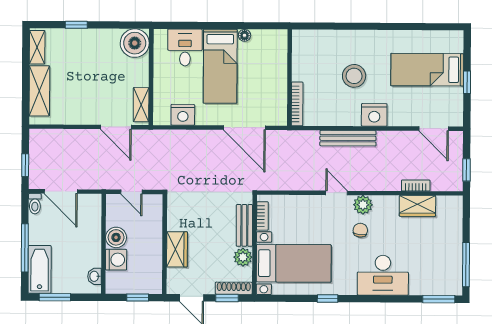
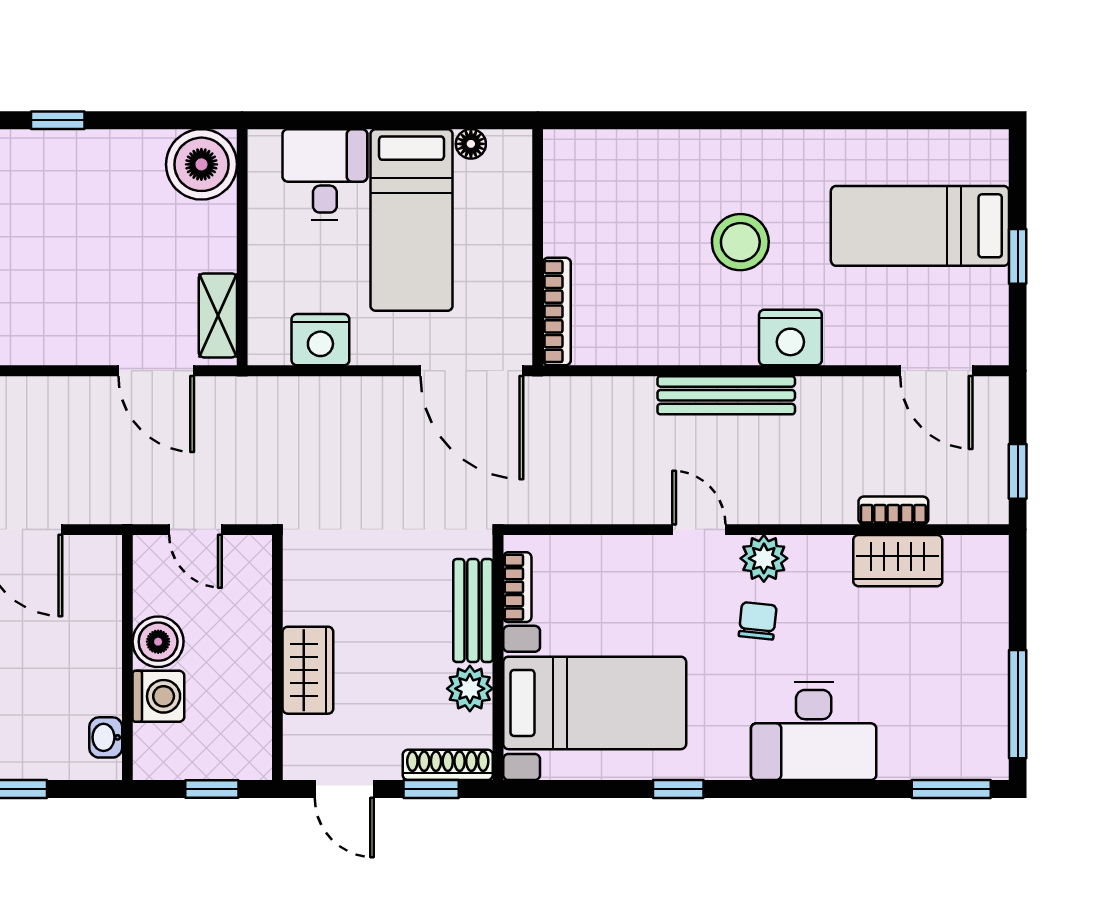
wall: (289, 78) -> (538, 247), moved
bookcase: (297, 104) -> (557, 311), moved

